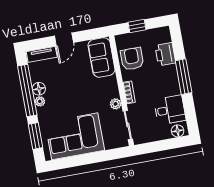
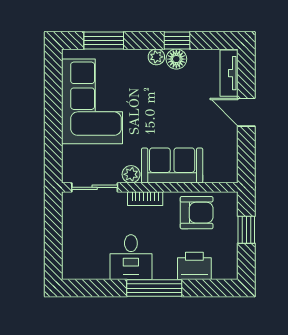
sofa: (101, 57) -> (172, 165), moved
window: (27, 90) -> (177, 40), width x0.32
desk: (170, 110) -> (131, 257), moved
floor lamp: (178, 131) -> (71, 263), removed

